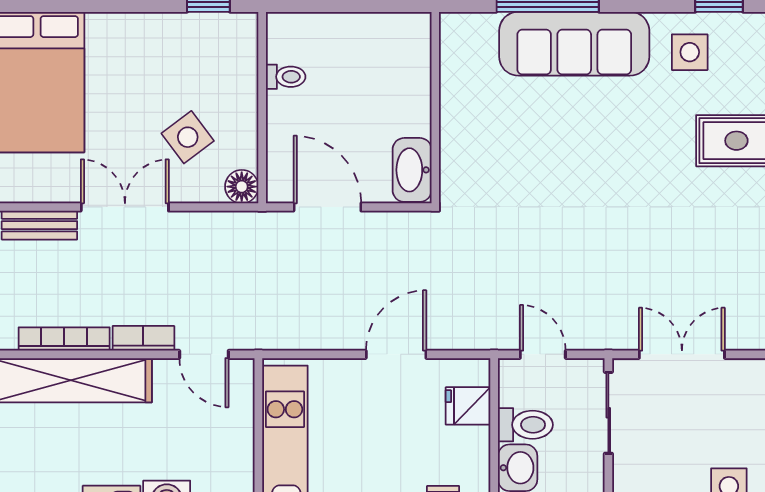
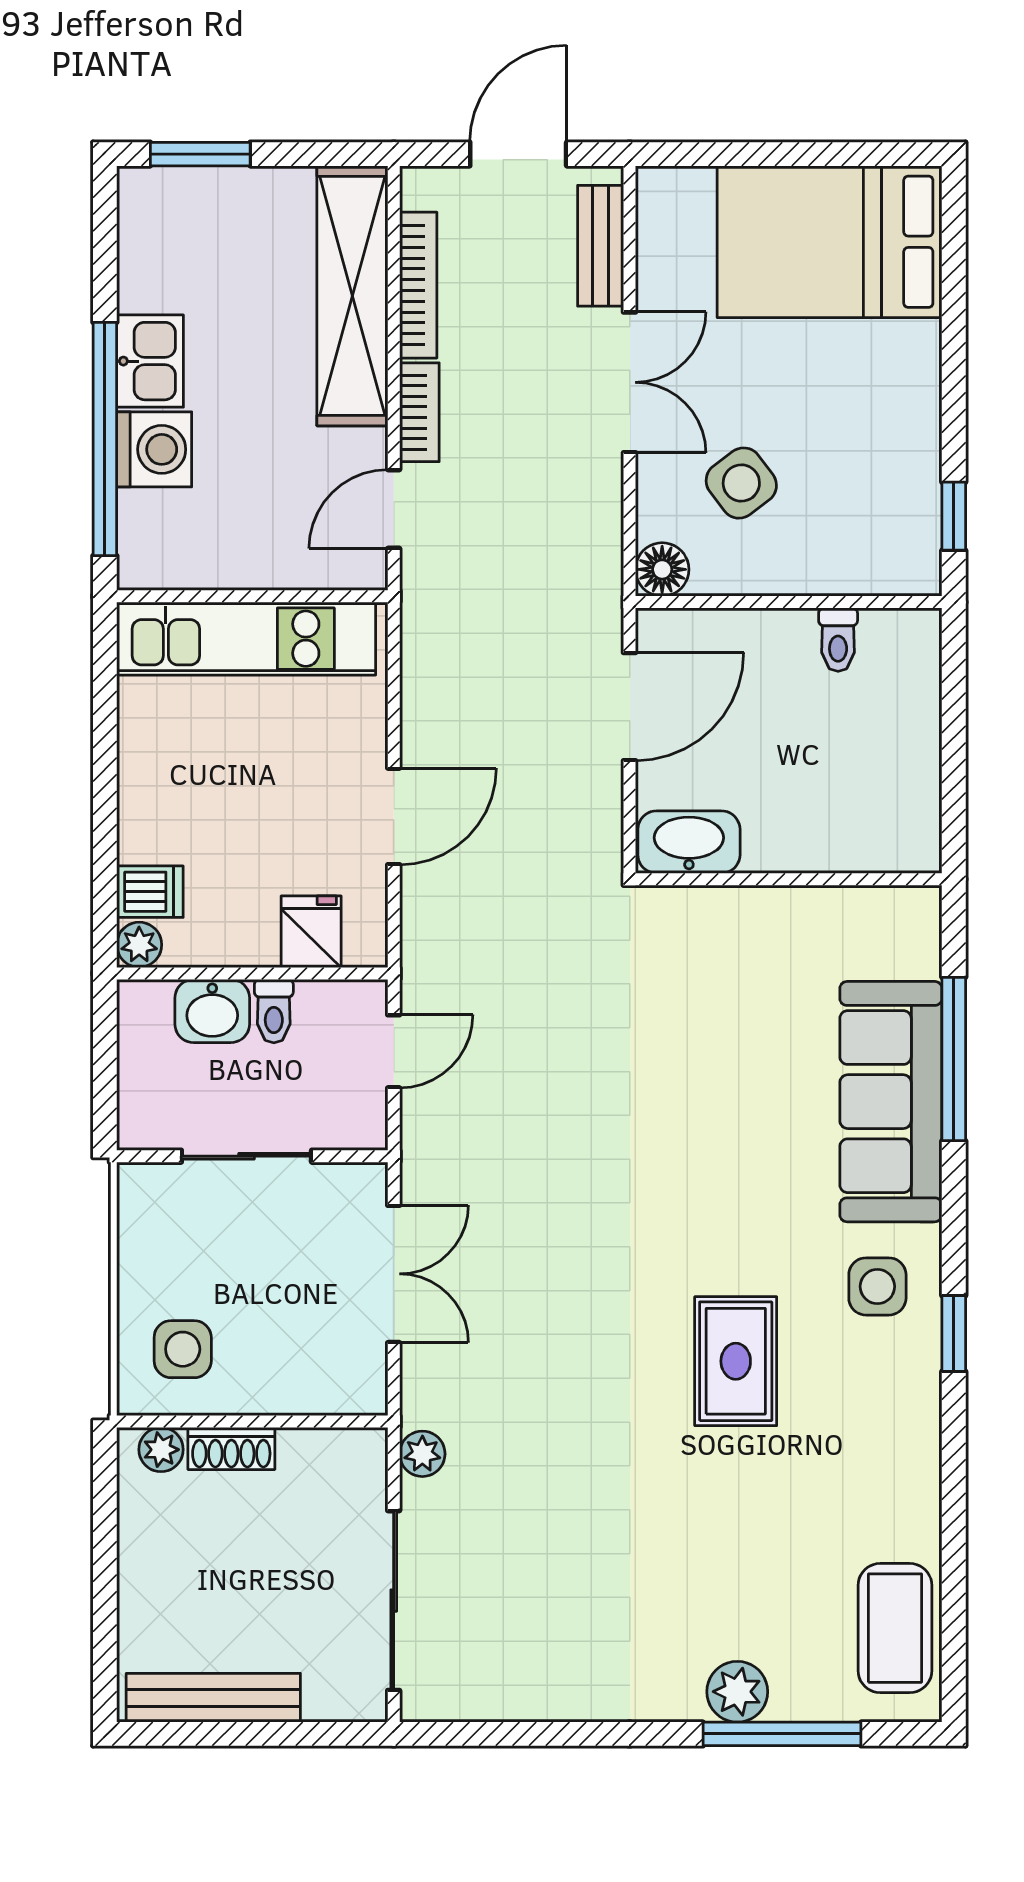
door: (396, 354) -> (394, 816), hinge flipped
sliding door: (608, 413) -> (246, 1156), moved
toilet: (525, 425) -> (274, 1011), width x0.73, depth x0.72

